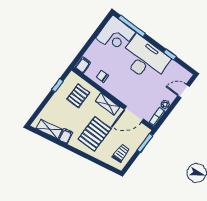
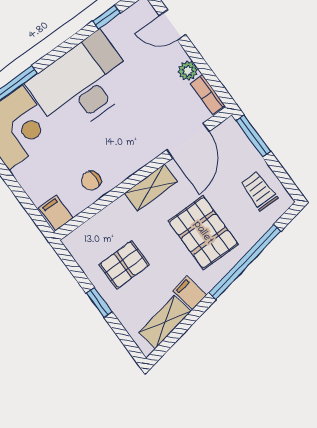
window: (170, 54) -> (107, 17), moved
window: (57, 85) -> (99, 303), moved
door: (183, 91) -> (172, 25), hinge flipped
pallet: (78, 96) -> (124, 265), moved, turned 90
window: (87, 156) -> (245, 262), added

